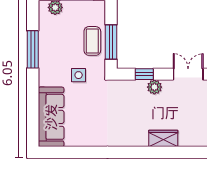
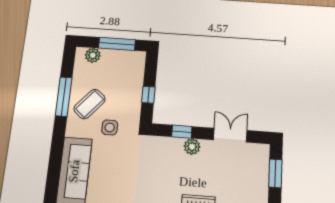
coffee table: (92, 41) -> (90, 104), moved, turned 41
window: (111, 42) -> (148, 95), width x0.46

